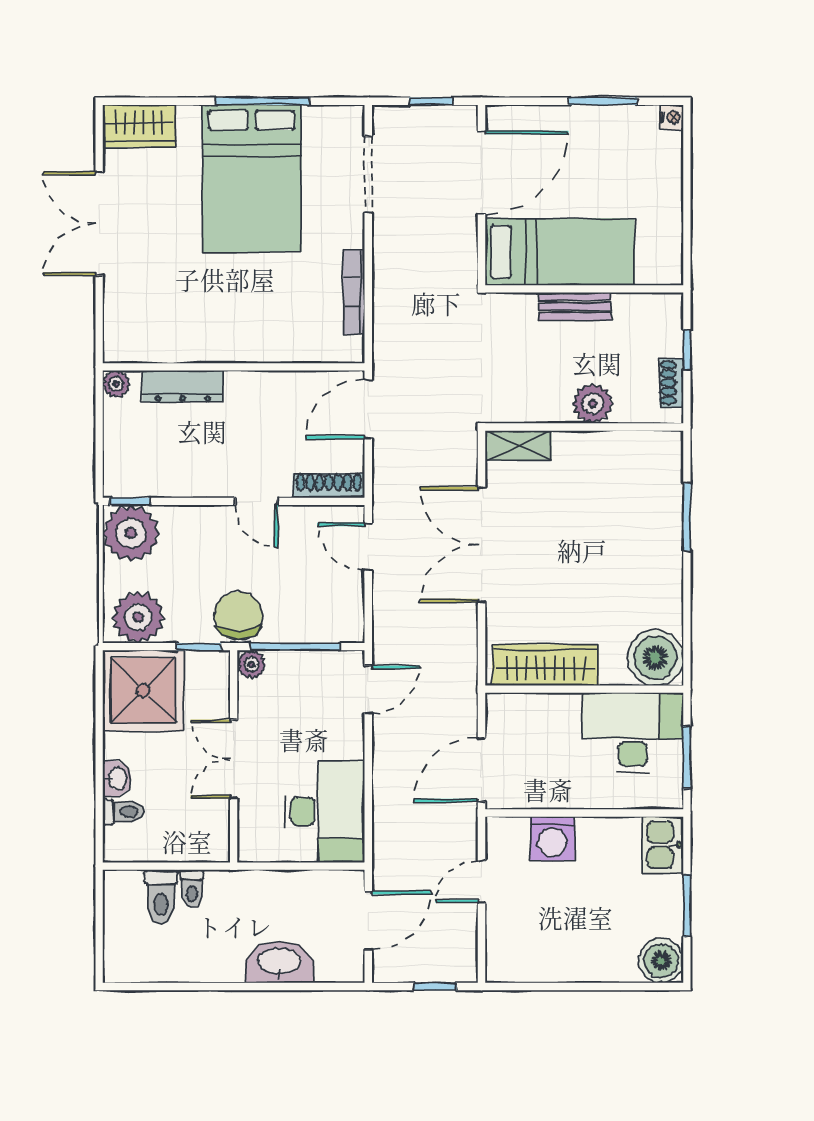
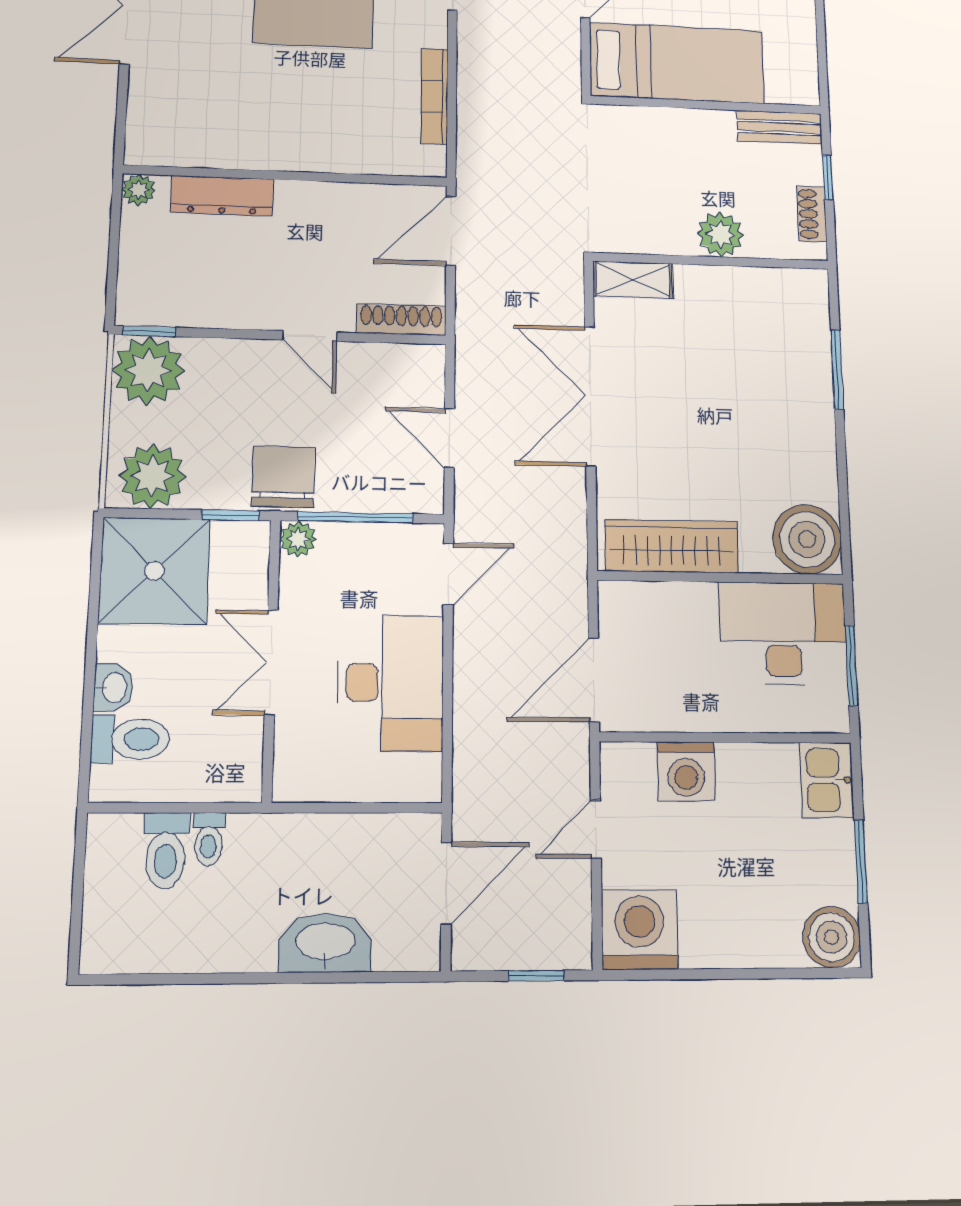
bench: (575, 306) -> (780, 127), moved
door: (368, 547) -> (449, 438), moved
desk: (325, 811) -> (391, 683), moved
toilet: (123, 812) -> (130, 739), width x1.37, depth x1.39
washing machine: (514, 954) -> (640, 929), added

